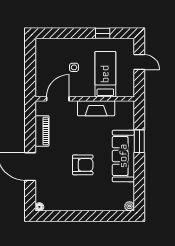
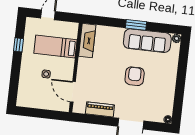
fireplace: (96, 108) -> (87, 41), moved
window: (139, 141) -> (136, 25), moved
sofa: (123, 156) -> (147, 41), moved

